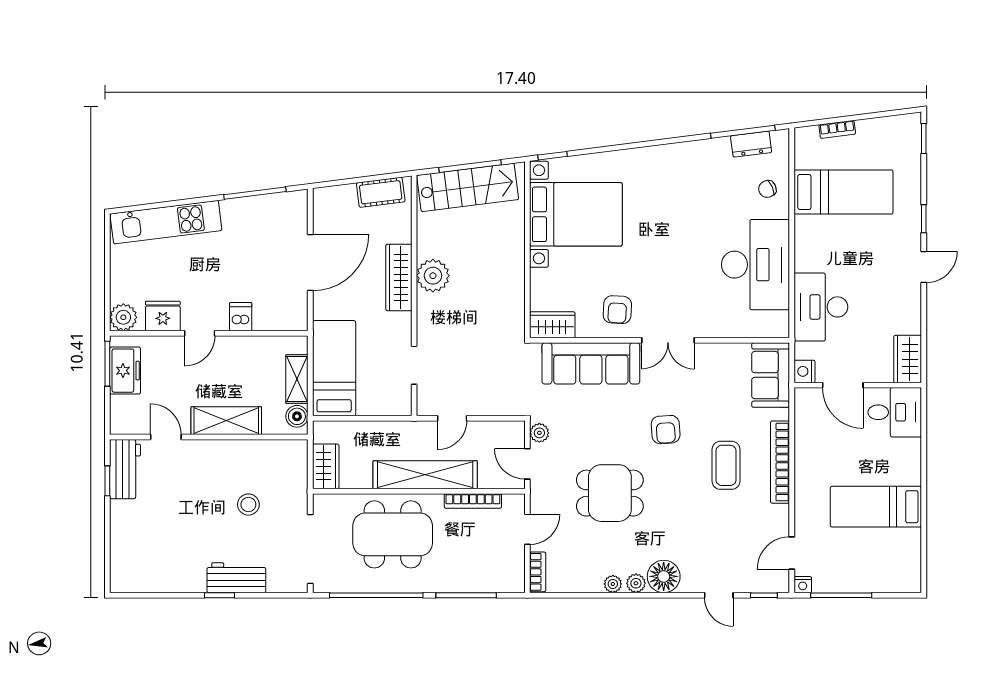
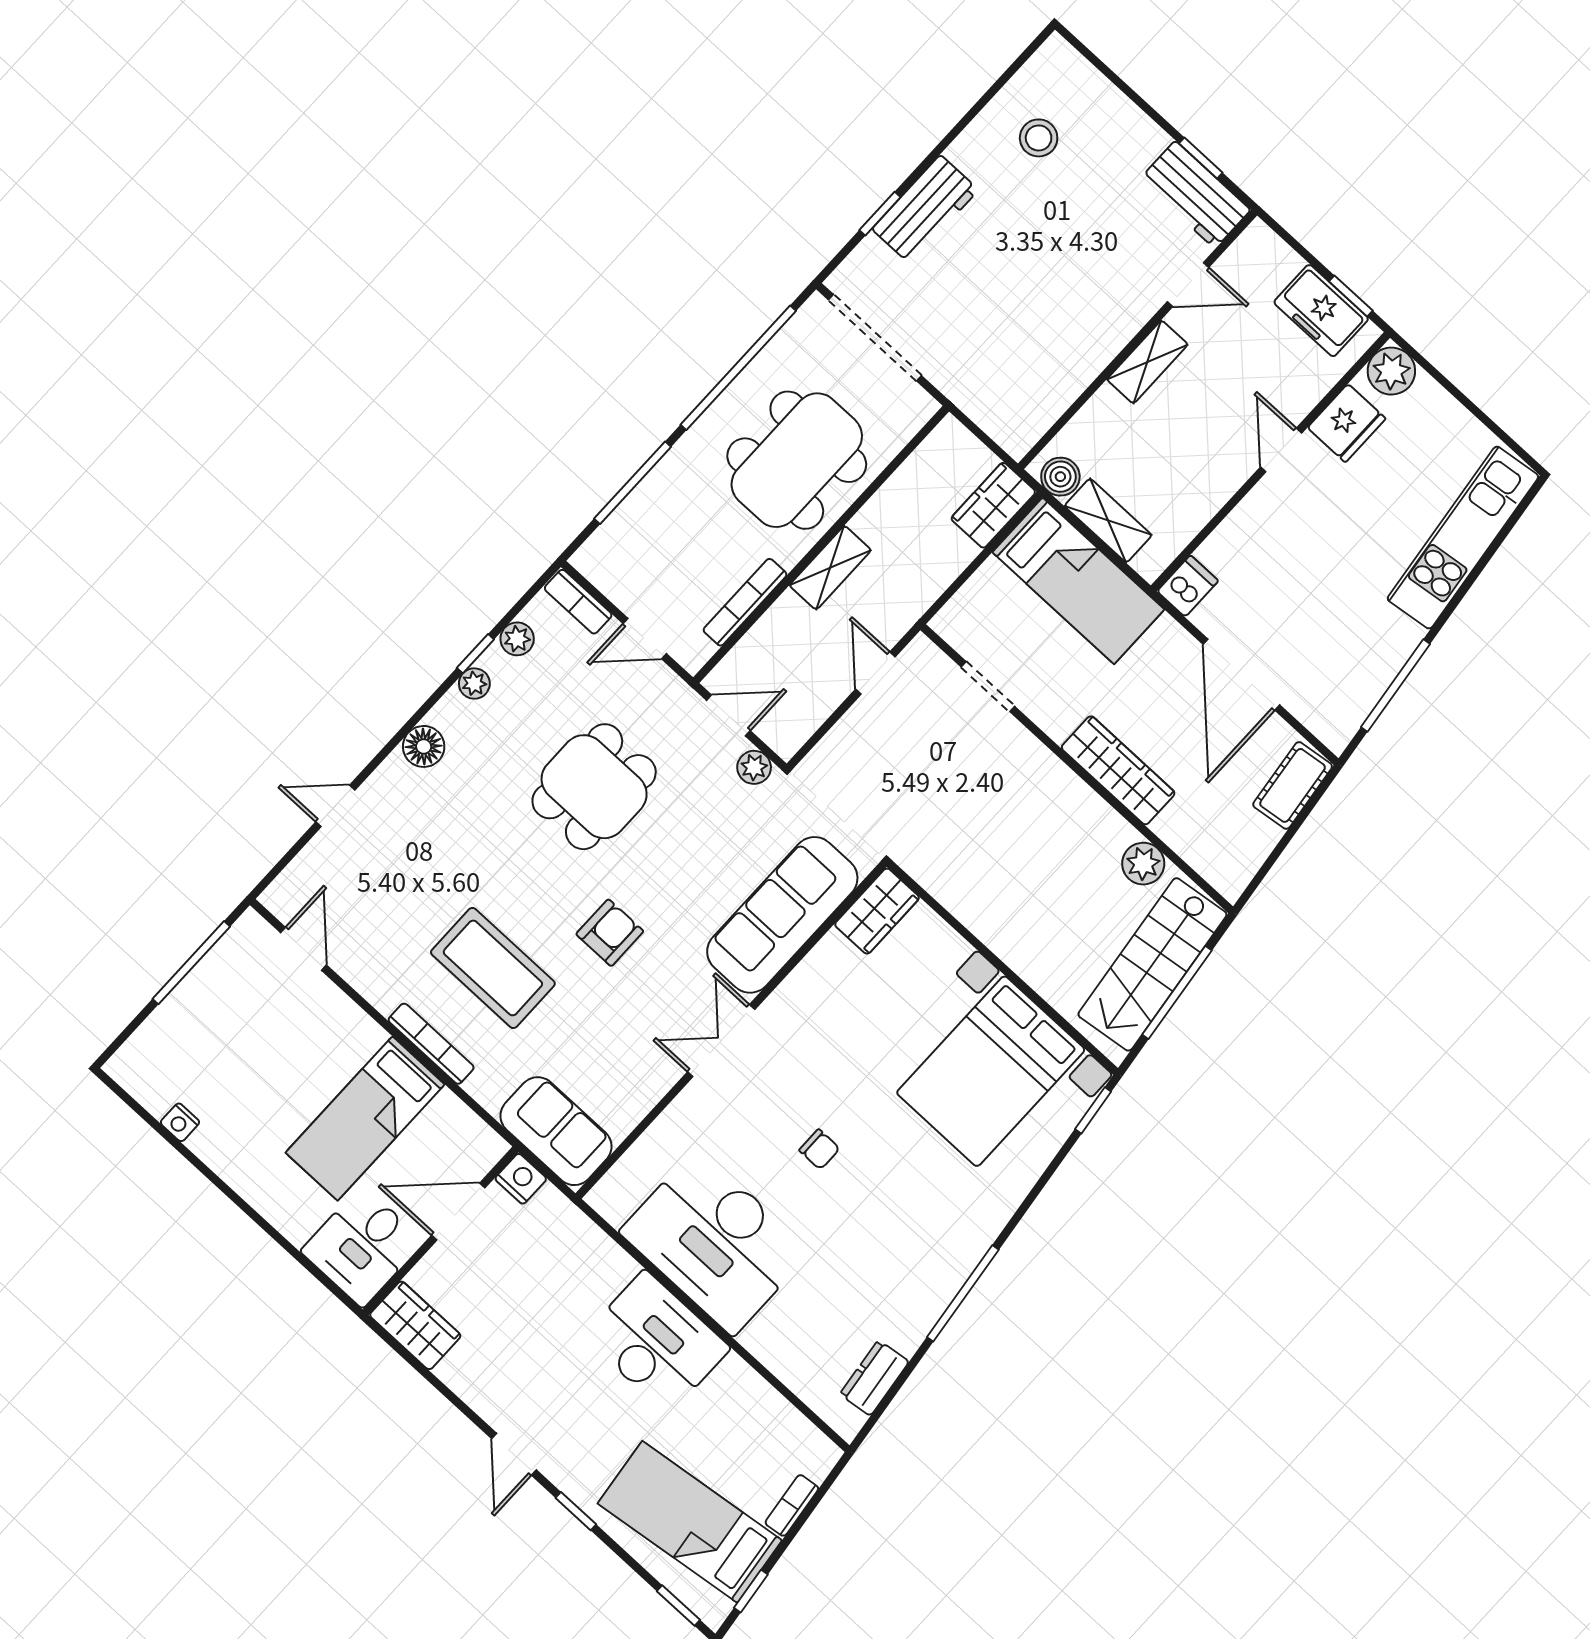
window: (889, 113) -> (751, 1591), added
window: (743, 132) -> (963, 1293), moved
chair: (767, 189) -> (819, 1149), moved, turned 113
cot: (381, 192) -> (1293, 785), moved
bed: (843, 192) -> (690, 1522), moved, turned 83
plant: (433, 276) -> (1143, 864), moved, width x0.73, depth x0.73
desk: (821, 307) -> (657, 1342), moved
armchair: (617, 310) -> (820, 1012), removed
dishwasher: (241, 317) -> (1188, 586), moved, turned -90
window: (107, 364) -> (1351, 296), width x0.67
shelving: (226, 421) -> (1147, 362), width x0.67, depth x0.75
armchair: (666, 430) -> (610, 933), turned 94
bookcase: (780, 462) -> (431, 1044), width x0.68, depth x0.76
coffee table: (726, 465) -> (493, 968), width x1.36, depth x1.32
wardrobe: (326, 466) -> (993, 505), moved, turned 90
shelving: (425, 475) -> (830, 568), width x0.45, depth x0.75
stool: (248, 505) -> (1039, 138), moved
bed: (876, 507) -> (365, 1118), moved, turned 180
door: (527, 529) -> (645, 639), hinge flipped
floor lamp: (664, 576) -> (424, 746), width x0.73, depth x0.73
plant: (636, 583) -> (517, 639), moved
nightstand: (803, 585) -> (180, 1122), moved, turned -90
window: (220, 595) -> (880, 214), moved
window: (764, 595) -> (475, 654), moved

